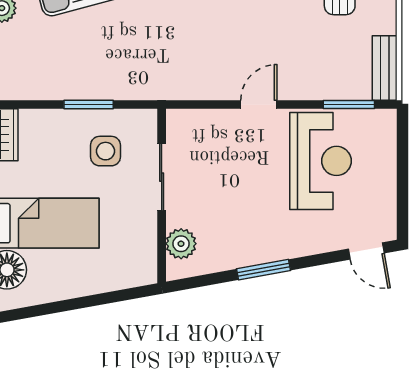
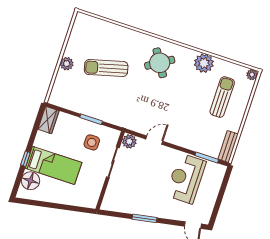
door: (259, 104) -> (154, 140), moved
reception desk: (321, 161) -> (186, 178), turned 180
plant: (181, 244) -> (129, 141), moved

